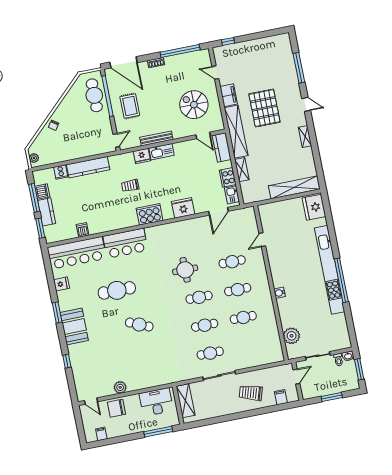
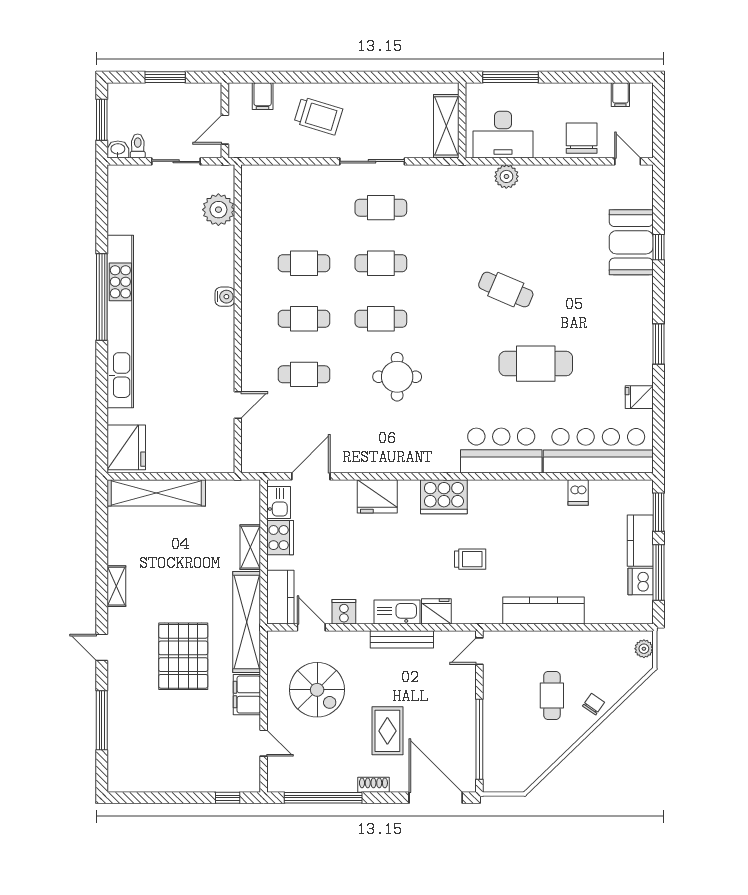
cafe table: (94, 95) -> (552, 695), moved, width x0.73, depth x0.74
rug: (130, 106) -> (387, 731), moved
cooker: (61, 172) -> (344, 612), moved
booth: (74, 327) -> (631, 242), moved
plant: (120, 387) -> (506, 176), moved
chair: (116, 408) -> (582, 138), turned -90

